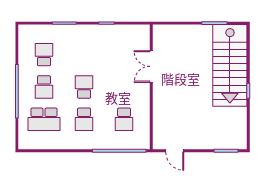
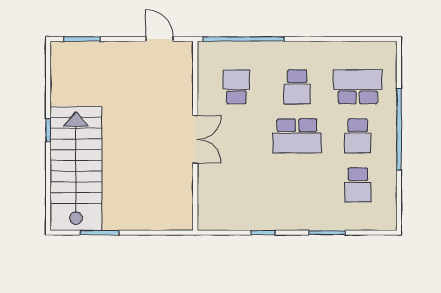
double door: (151, 66) -> (195, 139), moved
school desk: (44, 87) -> (358, 136), turned 180
school desk: (84, 87) -> (297, 136), width x1.85
school desk: (84, 119) -> (297, 87), turned 180

